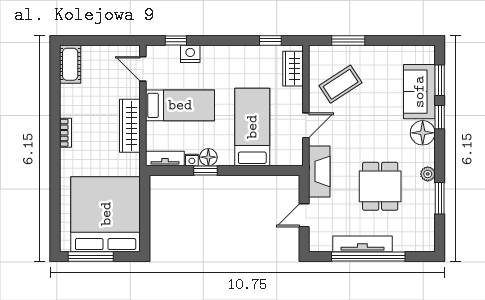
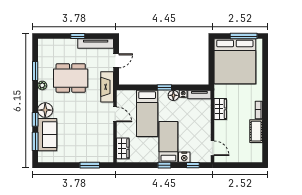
window: (270, 40) -> (164, 165), moved
cot: (70, 64) -> (256, 131), moved
coffee table: (341, 84) -> (94, 139), removed
bed: (180, 105) -> (168, 142), moved, turned 90
door: (306, 125) -> (115, 114), swing flipped
wardrobe: (130, 126) -> (220, 109), width x0.67
window: (205, 170) -> (164, 87), moved
dining table: (380, 186) -> (71, 78), width x1.38
tv unit: (362, 244) -> (96, 44), moved
window: (368, 257) -> (78, 36), width x0.32

